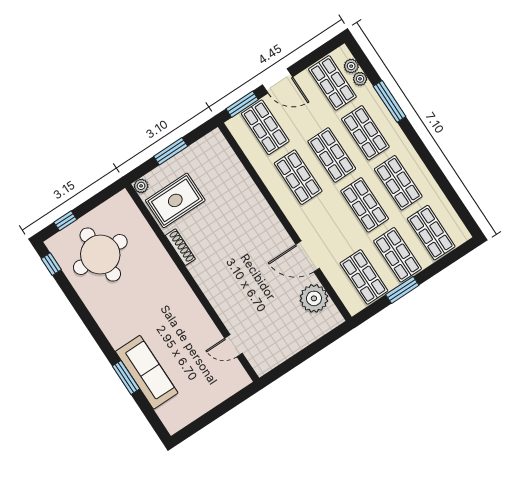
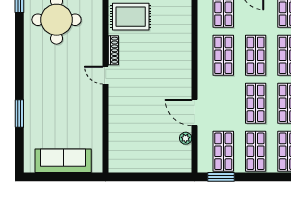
window: (402, 290) -> (221, 177), moved
plant: (314, 298) -> (186, 138), width x0.53, depth x0.53
door: (234, 346) -> (106, 75), moved
sofa: (147, 372) -> (63, 161), moved, turned -90

